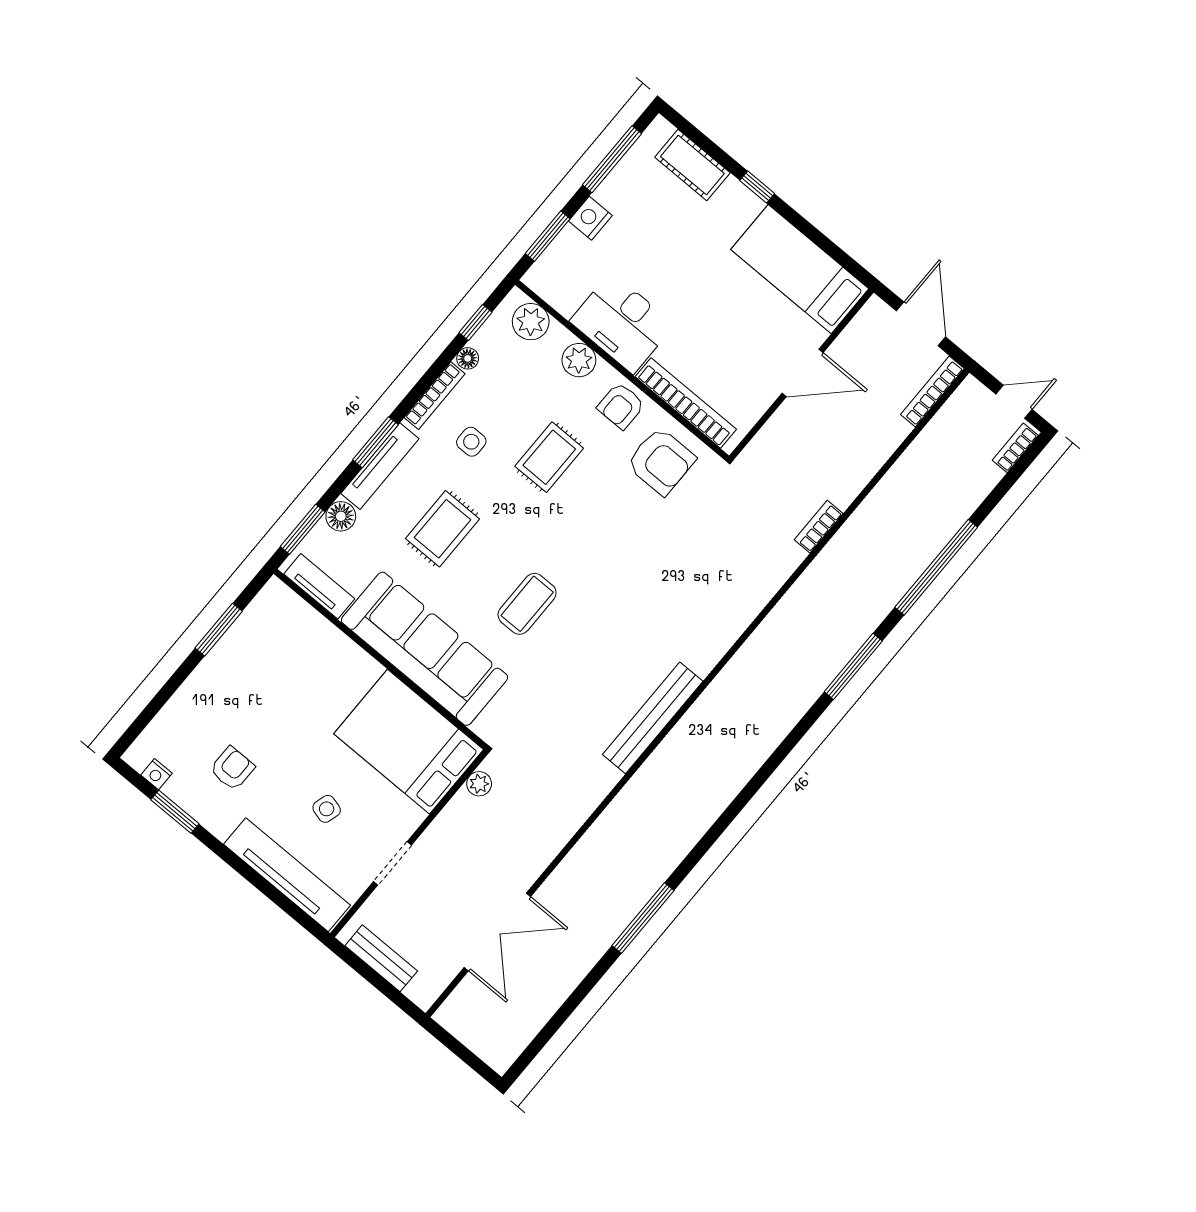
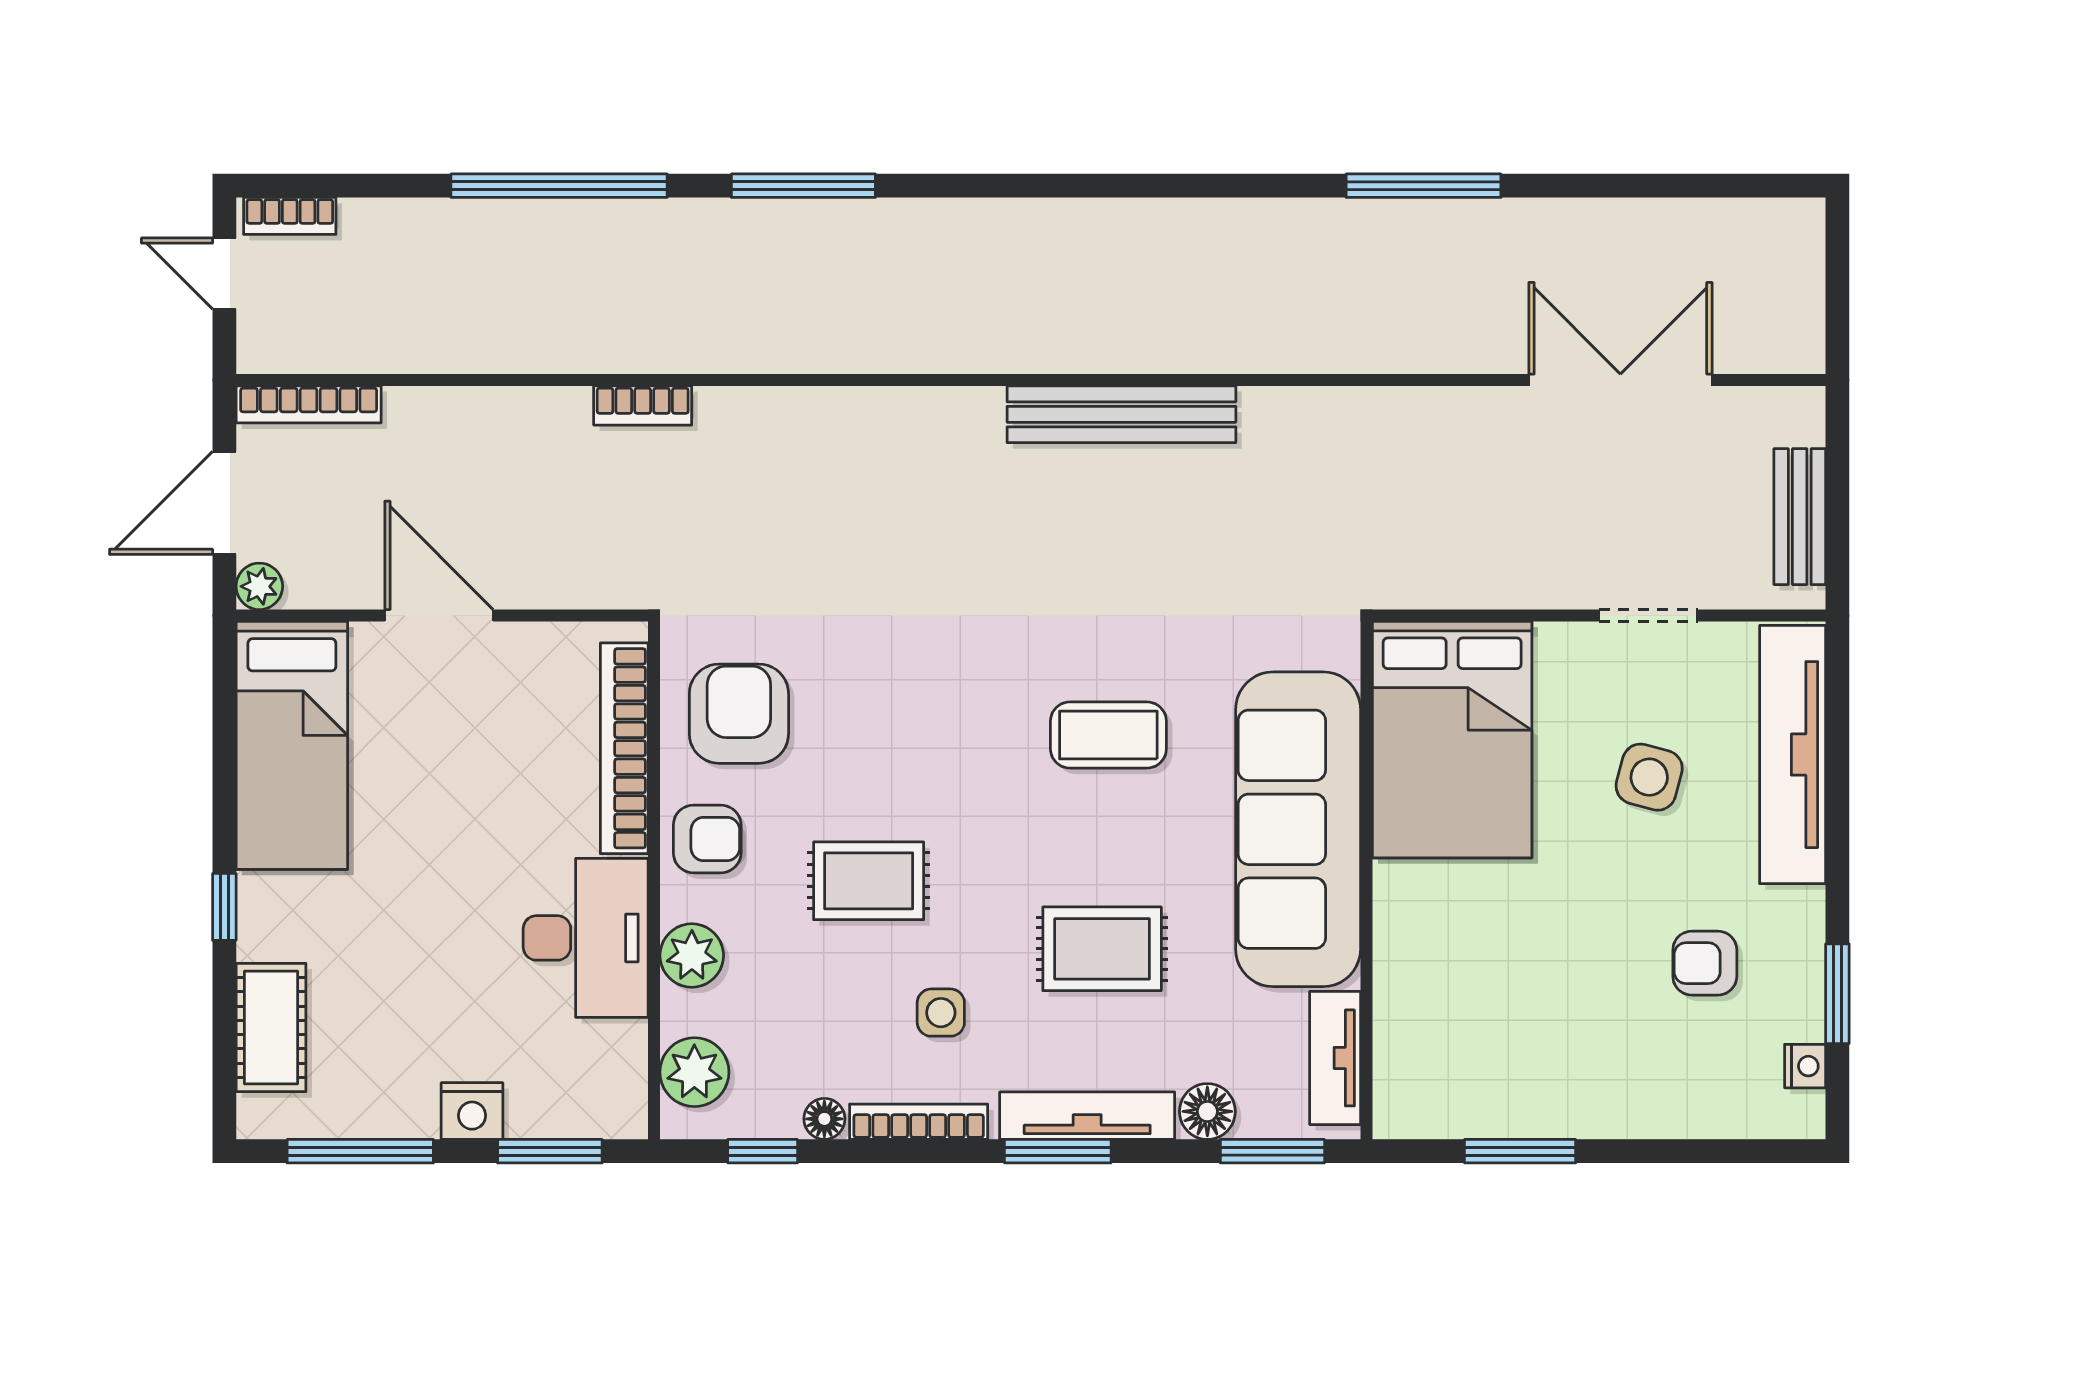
plant: (479, 784) -> (259, 586), moved
side table: (327, 809) -> (1649, 777), width x1.37, depth x1.37

